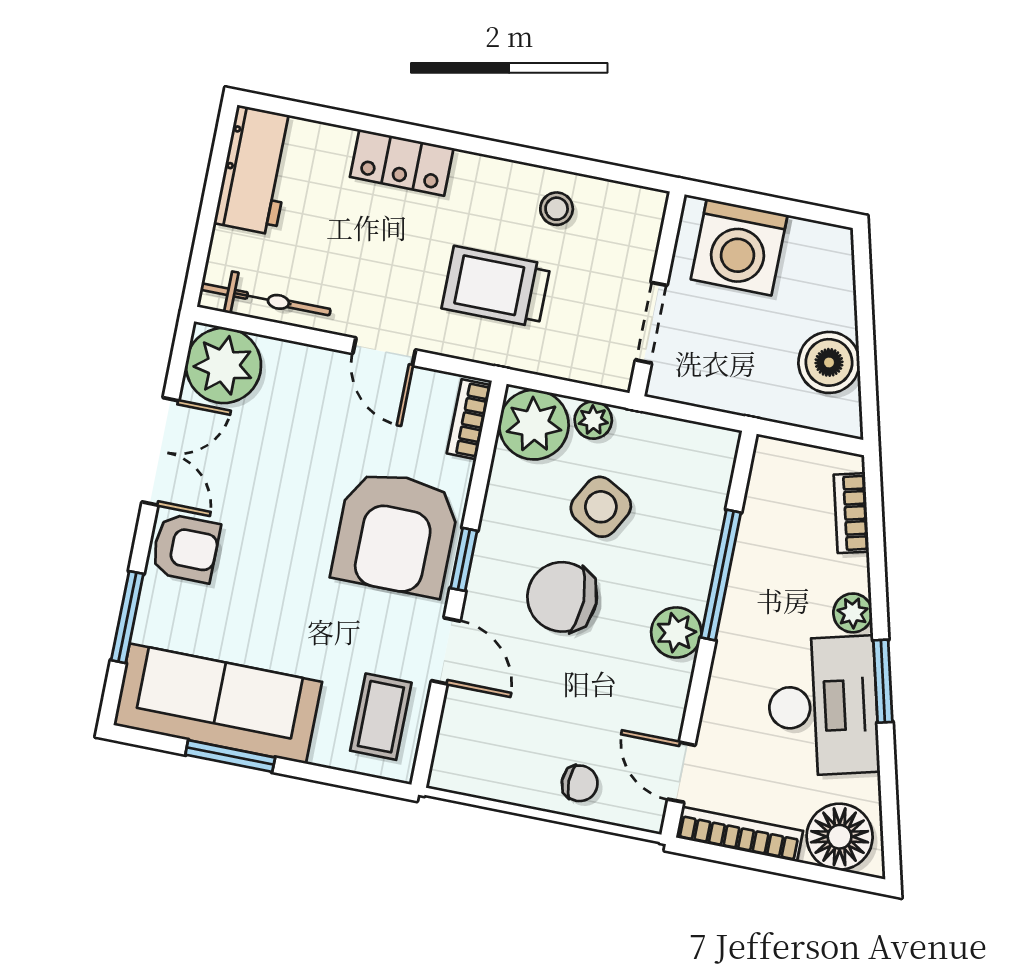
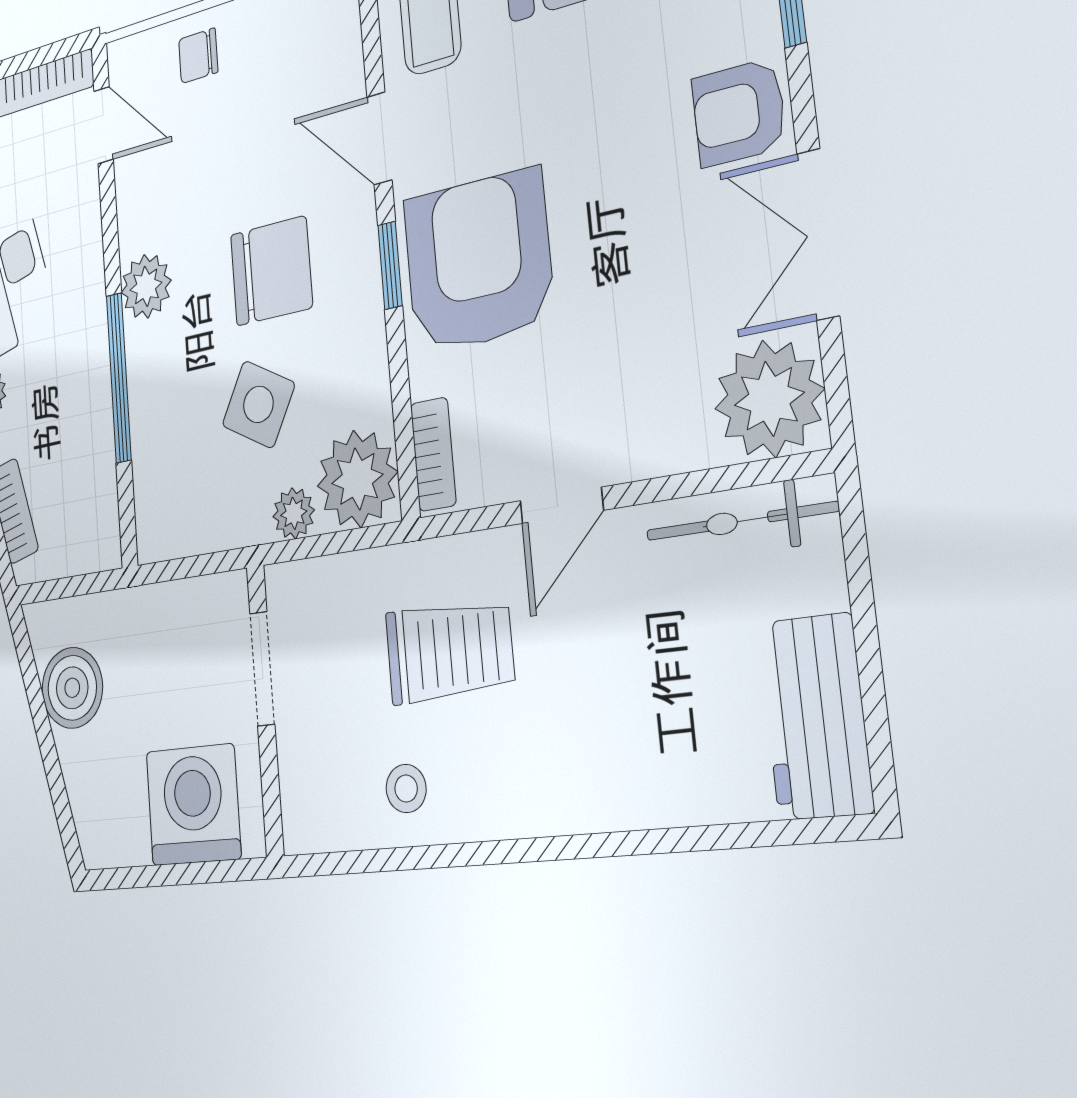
locker: (402, 163) -> (616, 794), removed
door: (384, 352) -> (561, 505), swing flipped

